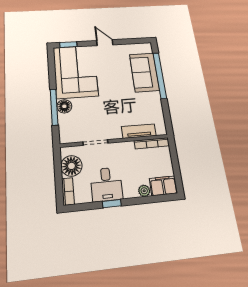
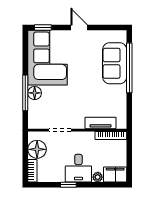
desk: (106, 184) -> (78, 168), moved

